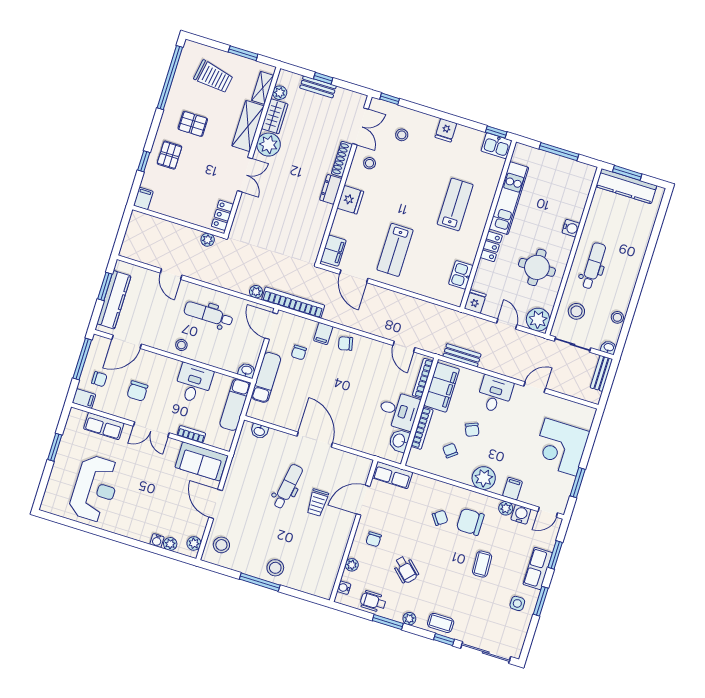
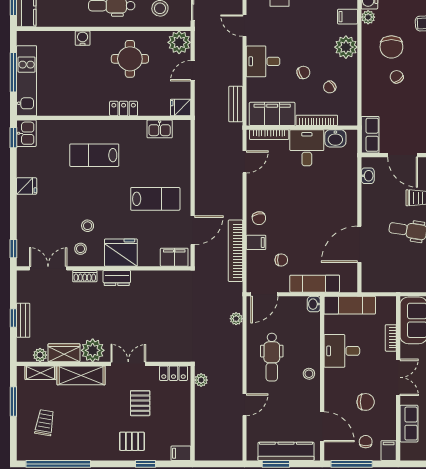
trolley: (213, 77) -> (45, 423), width x0.73, depth x0.72
pallet: (193, 124) -> (140, 403), moved
stool: (402, 135) -> (88, 226), moved
shoe rack: (342, 159) -> (85, 276), width x0.70
kitchen unit: (509, 198) -> (27, 81), moved, turned 90
fridge: (350, 200) -> (121, 253), width x1.36, depth x1.34
bookcase: (293, 303) -> (235, 251), moved
washbasin: (259, 431) -> (368, 176), moved
door: (315, 440) -> (359, 244), moved

